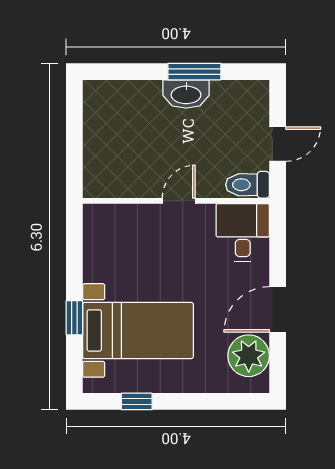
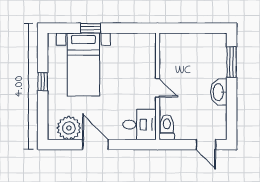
window: (194, 72) -> (232, 62), moved
door: (278, 144) -> (206, 145), moved
window: (137, 401) -> (43, 82), moved

